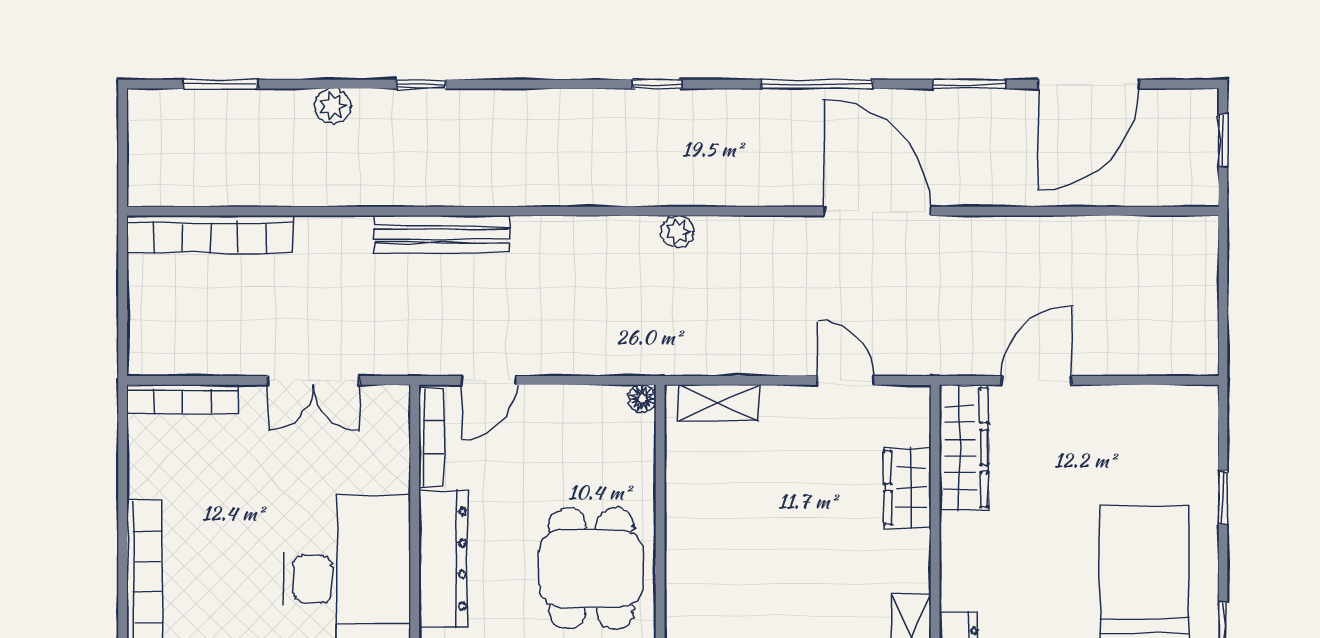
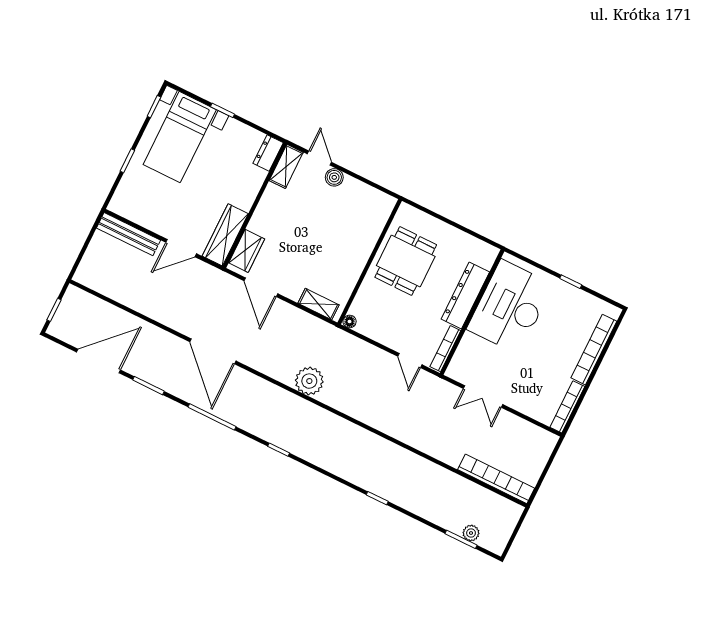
plant: (333, 106) -> (471, 533), moved
plant: (677, 231) -> (309, 381), width x1.87, depth x1.87
bench: (442, 234) -> (128, 234), moved
double door: (313, 380) -> (483, 397), swing flipped
door: (489, 380) -> (410, 361), swing flipped
door: (845, 380) -> (261, 287), width x1.38
bookcase: (183, 399) -> (567, 407), moved, turned -90
wardrobe: (908, 488) -> (247, 251), moved

